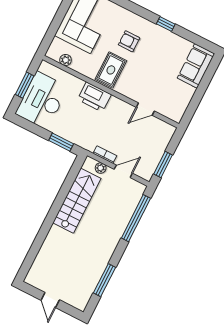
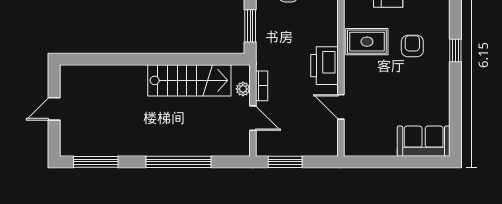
window: (166, 24) -> (455, 50), moved
printer: (94, 97) -> (325, 66), moved
window: (136, 218) -> (178, 162), moved
window: (104, 280) -> (96, 162), moved

